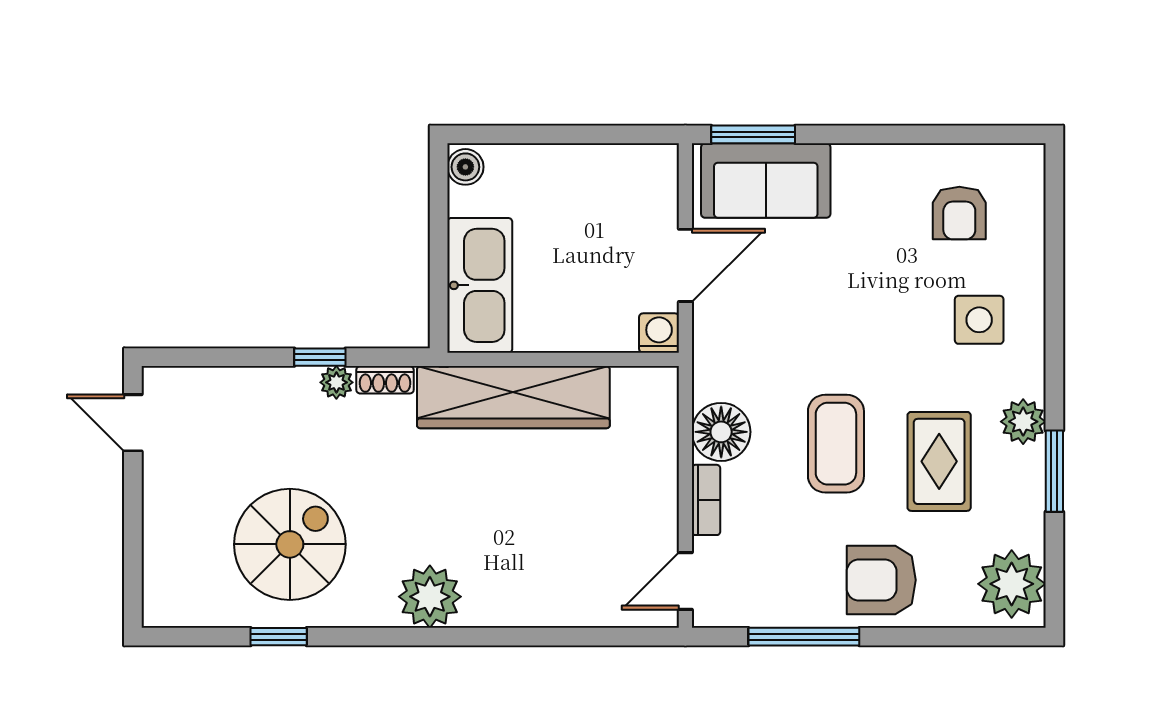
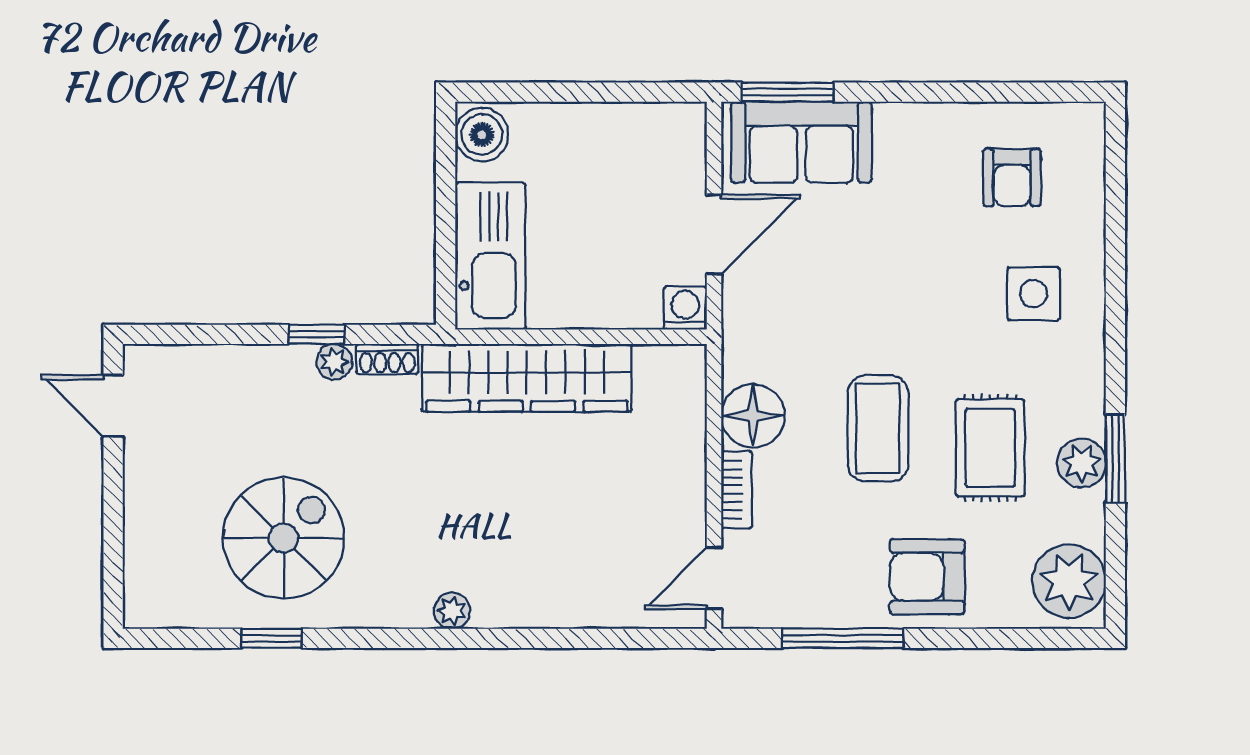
boiler: (465, 167) -> (482, 135), width x1.36, depth x1.36
plant: (1023, 422) -> (1082, 463), moved
plant: (430, 597) -> (452, 611), width x0.53, depth x0.53

